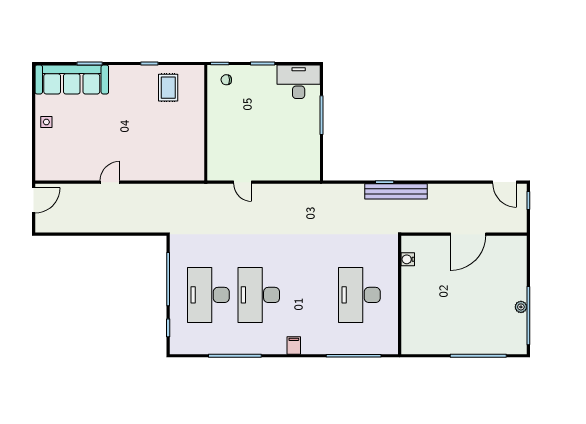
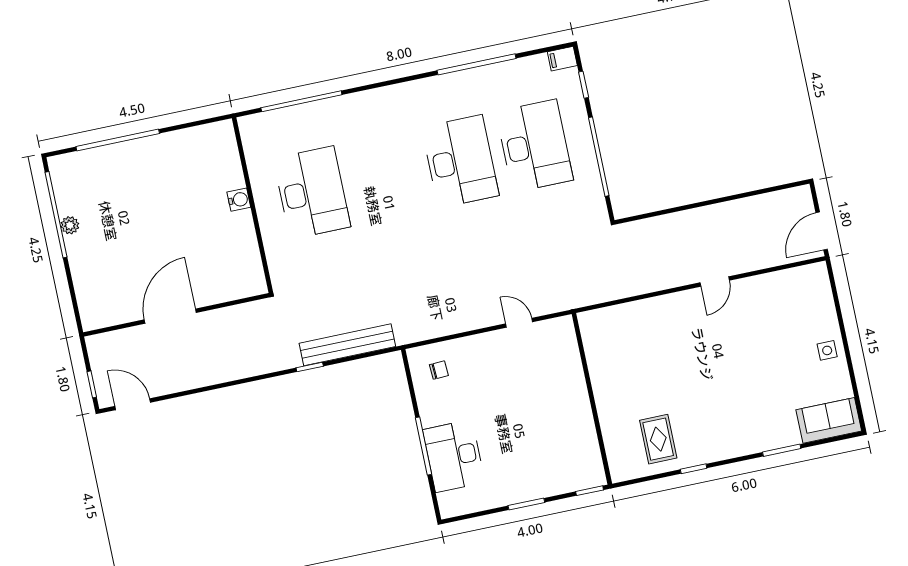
sofa: (72, 79) -> (829, 420), width x0.54, depth x0.79
chair: (226, 80) -> (439, 370), moved
desk: (299, 82) -> (454, 456), moved, turned 90
bench: (396, 191) -> (347, 345), moved
water cooler: (408, 259) -> (239, 200), moved
filing cabinet: (294, 345) -> (562, 59), moved, turned 90

